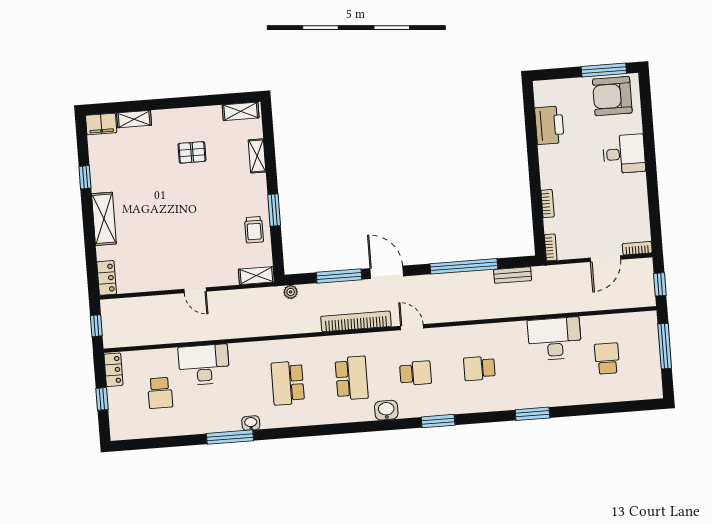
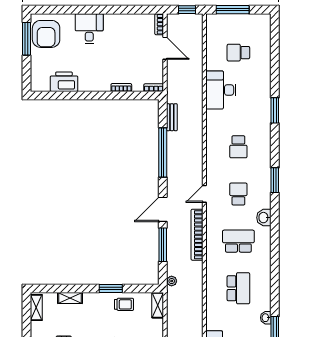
school desk: (288, 383) -> (238, 288), turned -90

